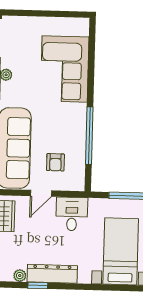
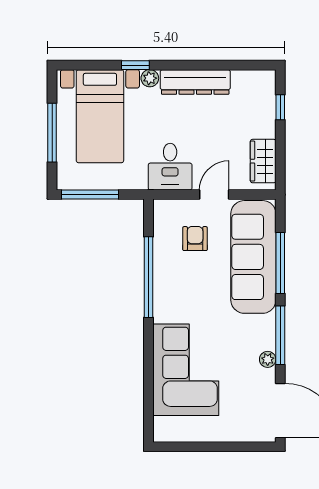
plant: (20, 276) -> (150, 78), moved
window: (38, 285) -> (135, 65), moved

